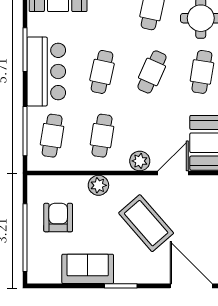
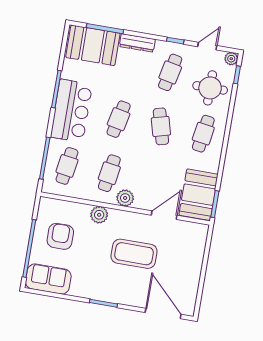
cafe table: (152, 72) -> (161, 126), turned -39
plant: (140, 161) -> (125, 198), moved
coffee table: (146, 223) -> (134, 254), turned -49
sofa: (88, 269) -> (48, 279), moved

